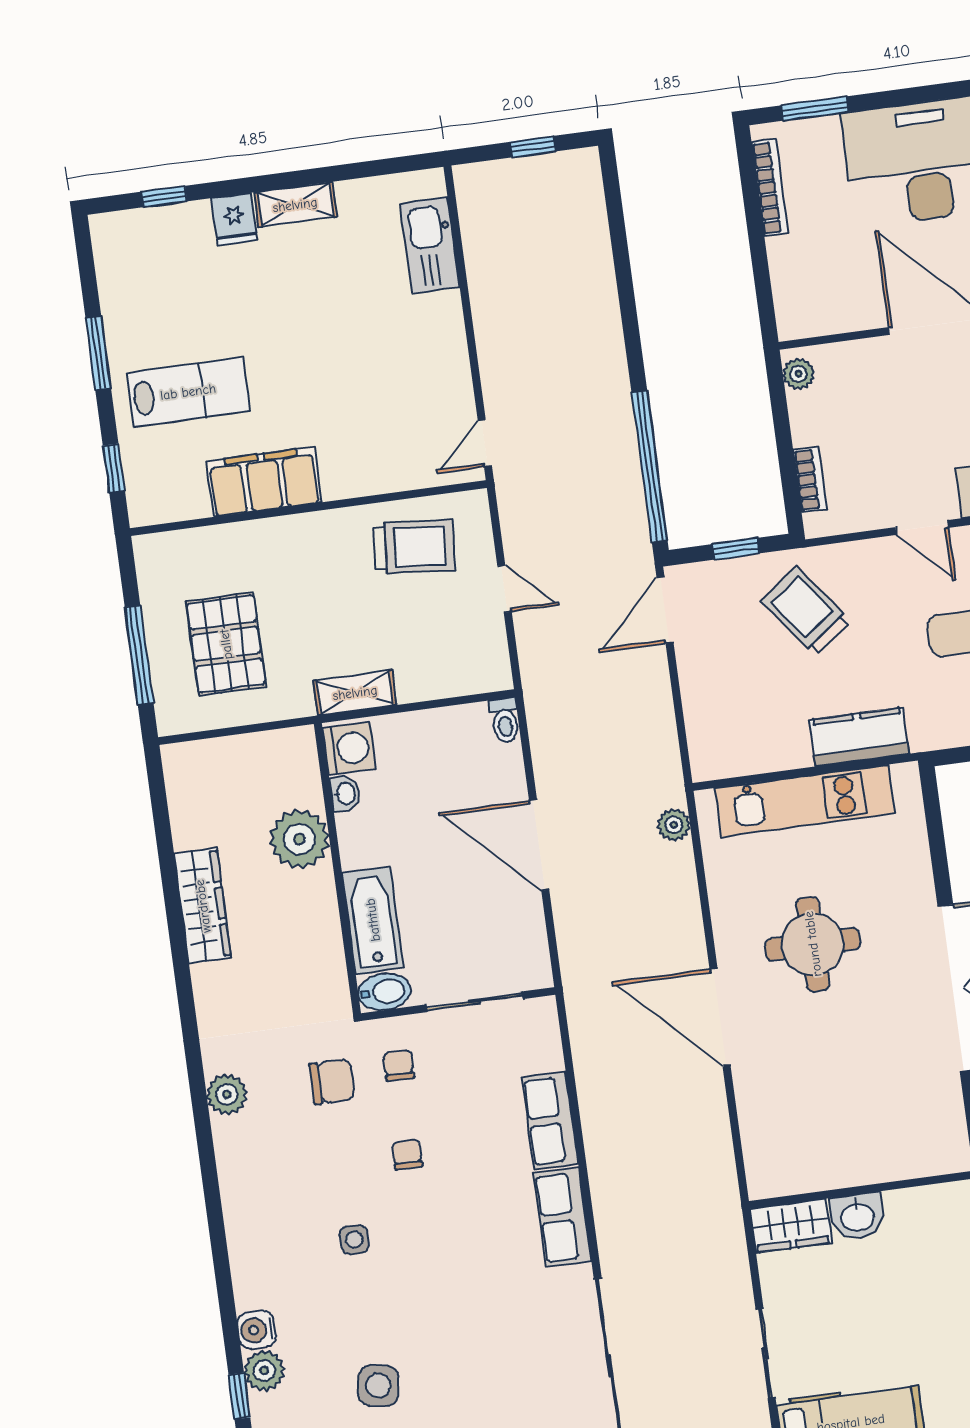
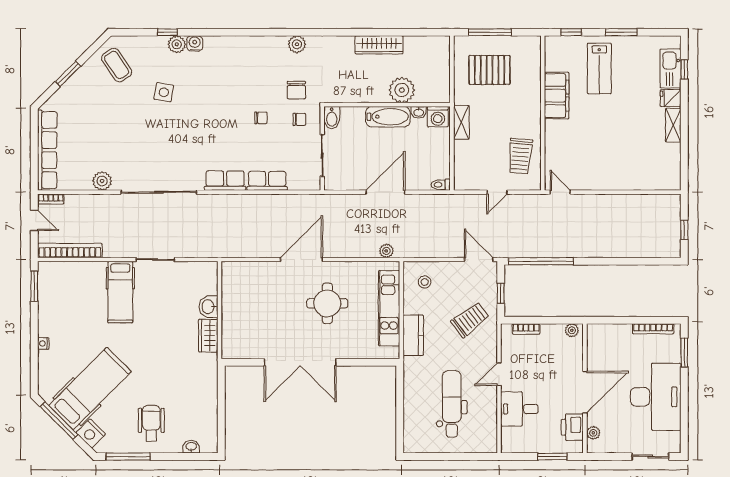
kitchen sink: (430, 245) -> (671, 68), moved, turned -90
stool: (733, 727) -> (425, 282), added
bathtub: (373, 920) -> (388, 117), moved
wardrobe: (791, 1226) -> (208, 336), moved
side table: (354, 1239) -> (228, 90), removed

